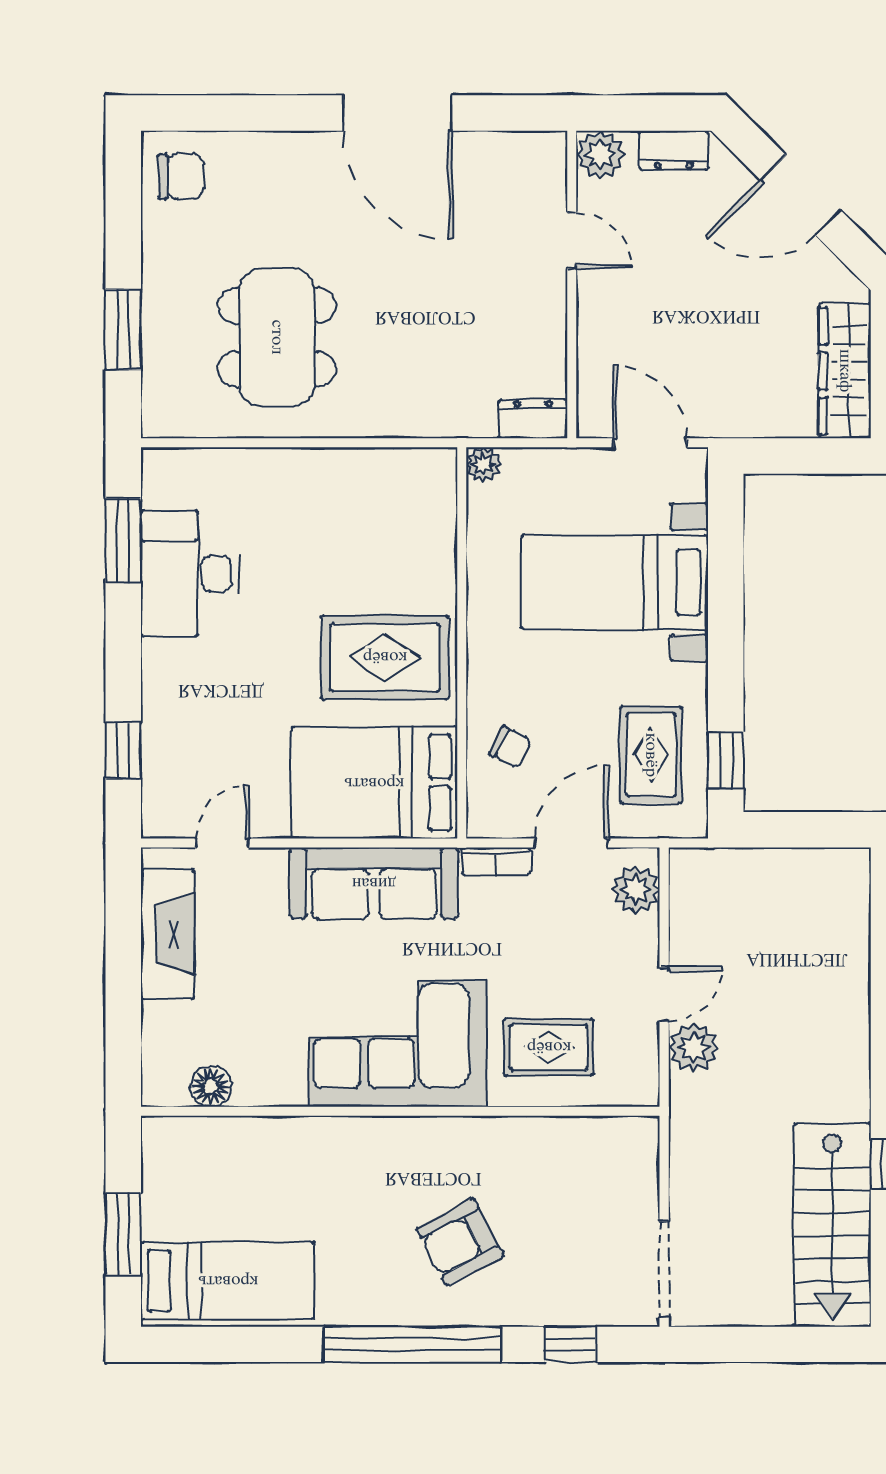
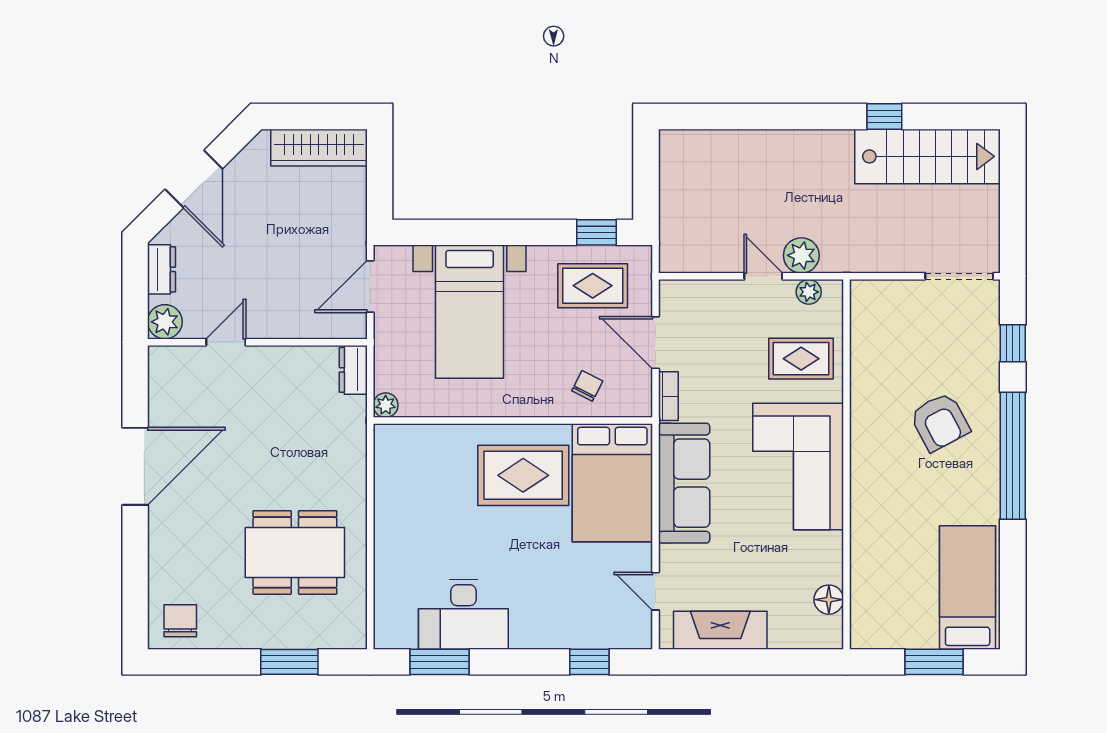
rug: (385, 657) -> (523, 475), turned 90
plant: (636, 889) -> (809, 292), moved, width x0.73, depth x0.73
rug: (549, 1047) -> (801, 359), turned 90

